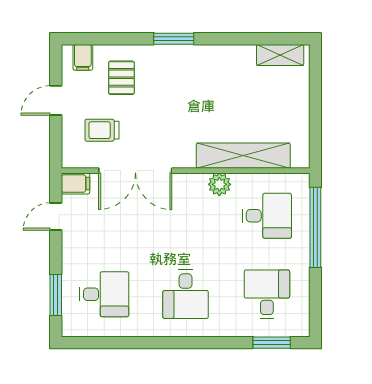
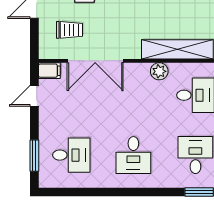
trolley: (102, 130) -> (70, 30), turned 180

